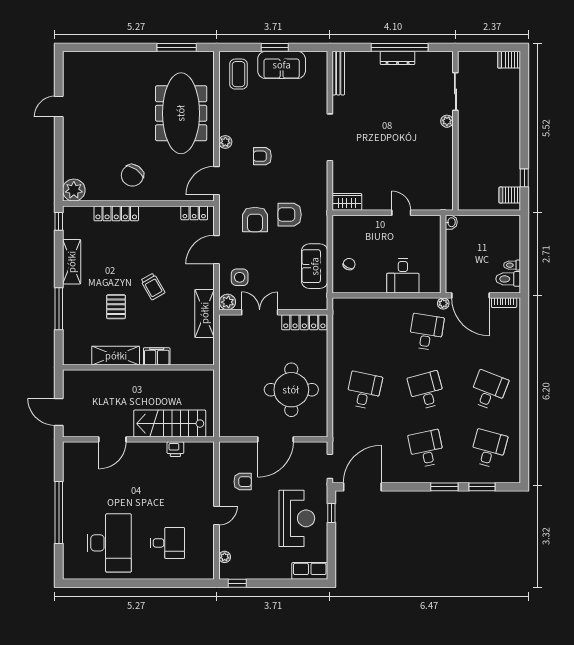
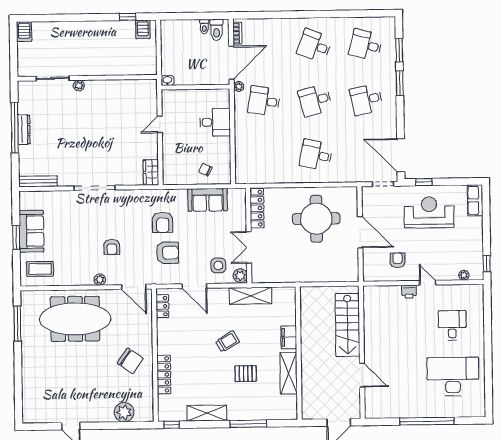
plant: (74, 190) -> (124, 412), moved
printer: (175, 449) -> (409, 292), moved, turned 90

